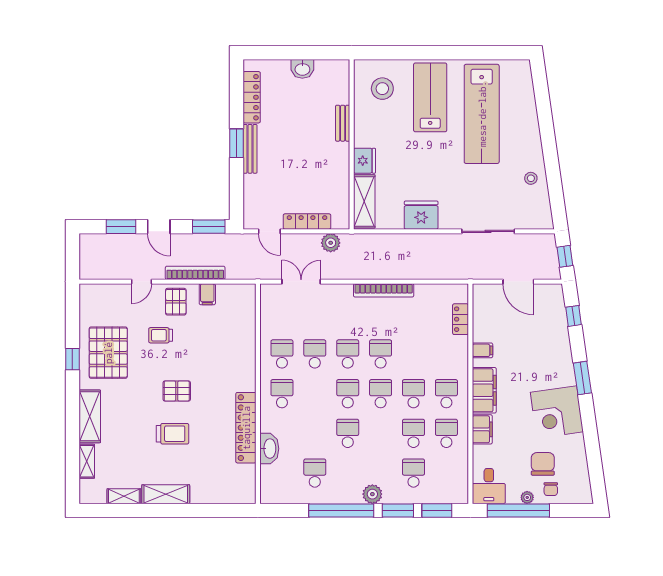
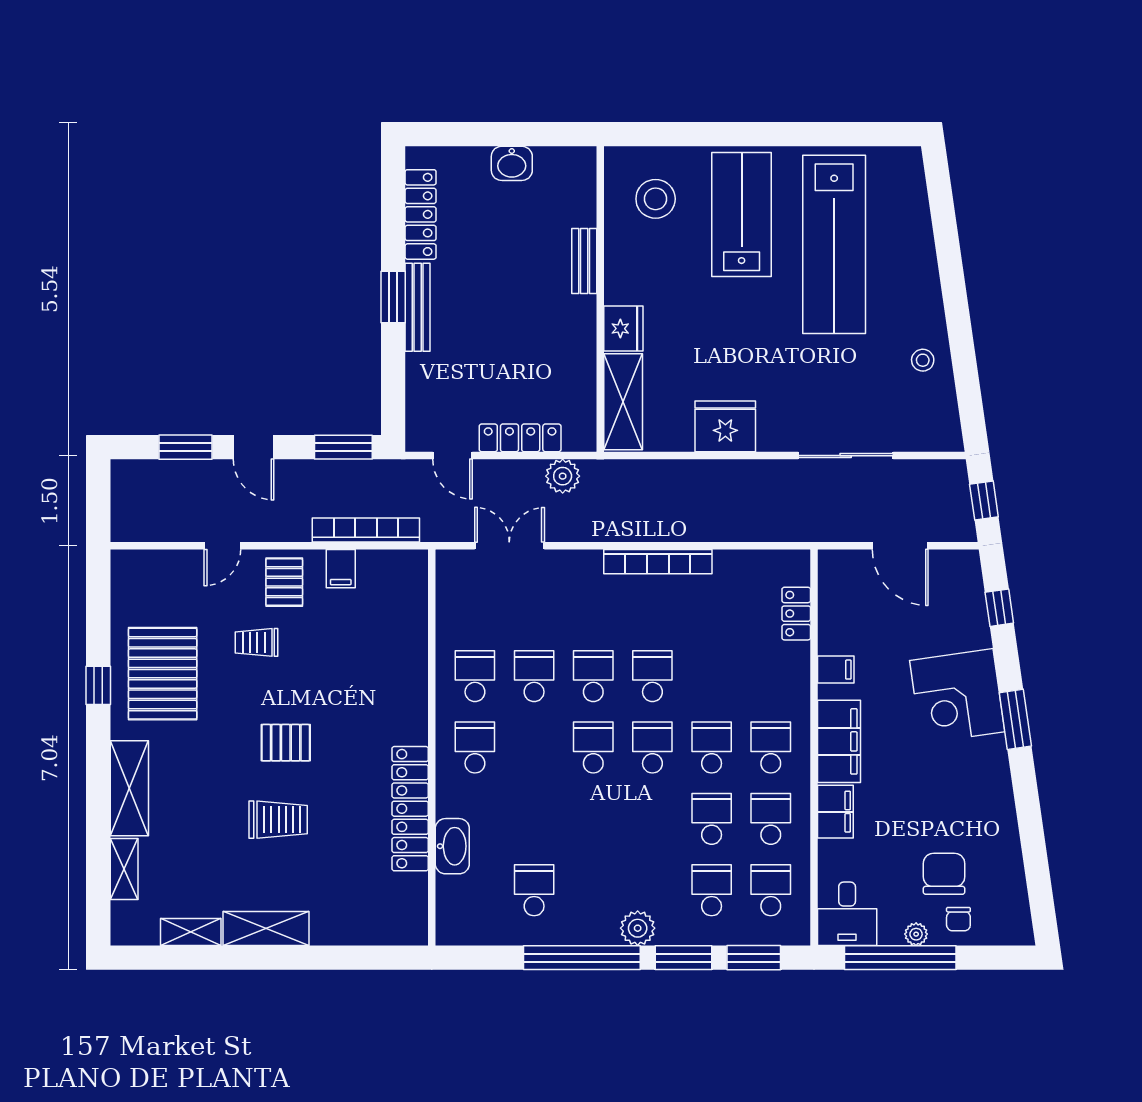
bookcase: (195, 273) -> (366, 530), moved
corner desk: (557, 412) -> (957, 696), moved
school desk: (348, 433) -> (771, 890), moved

